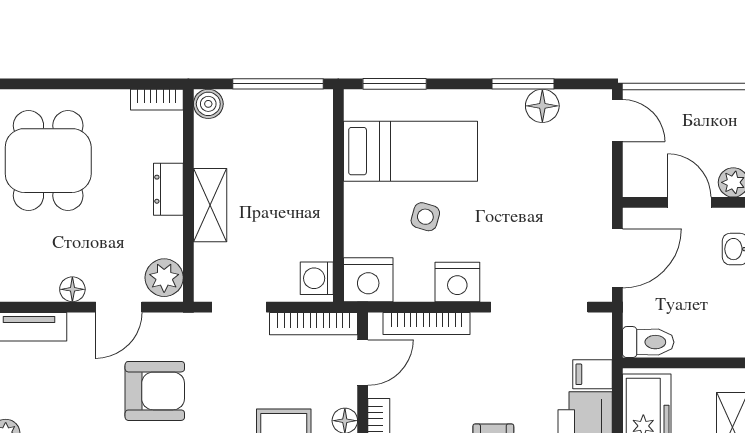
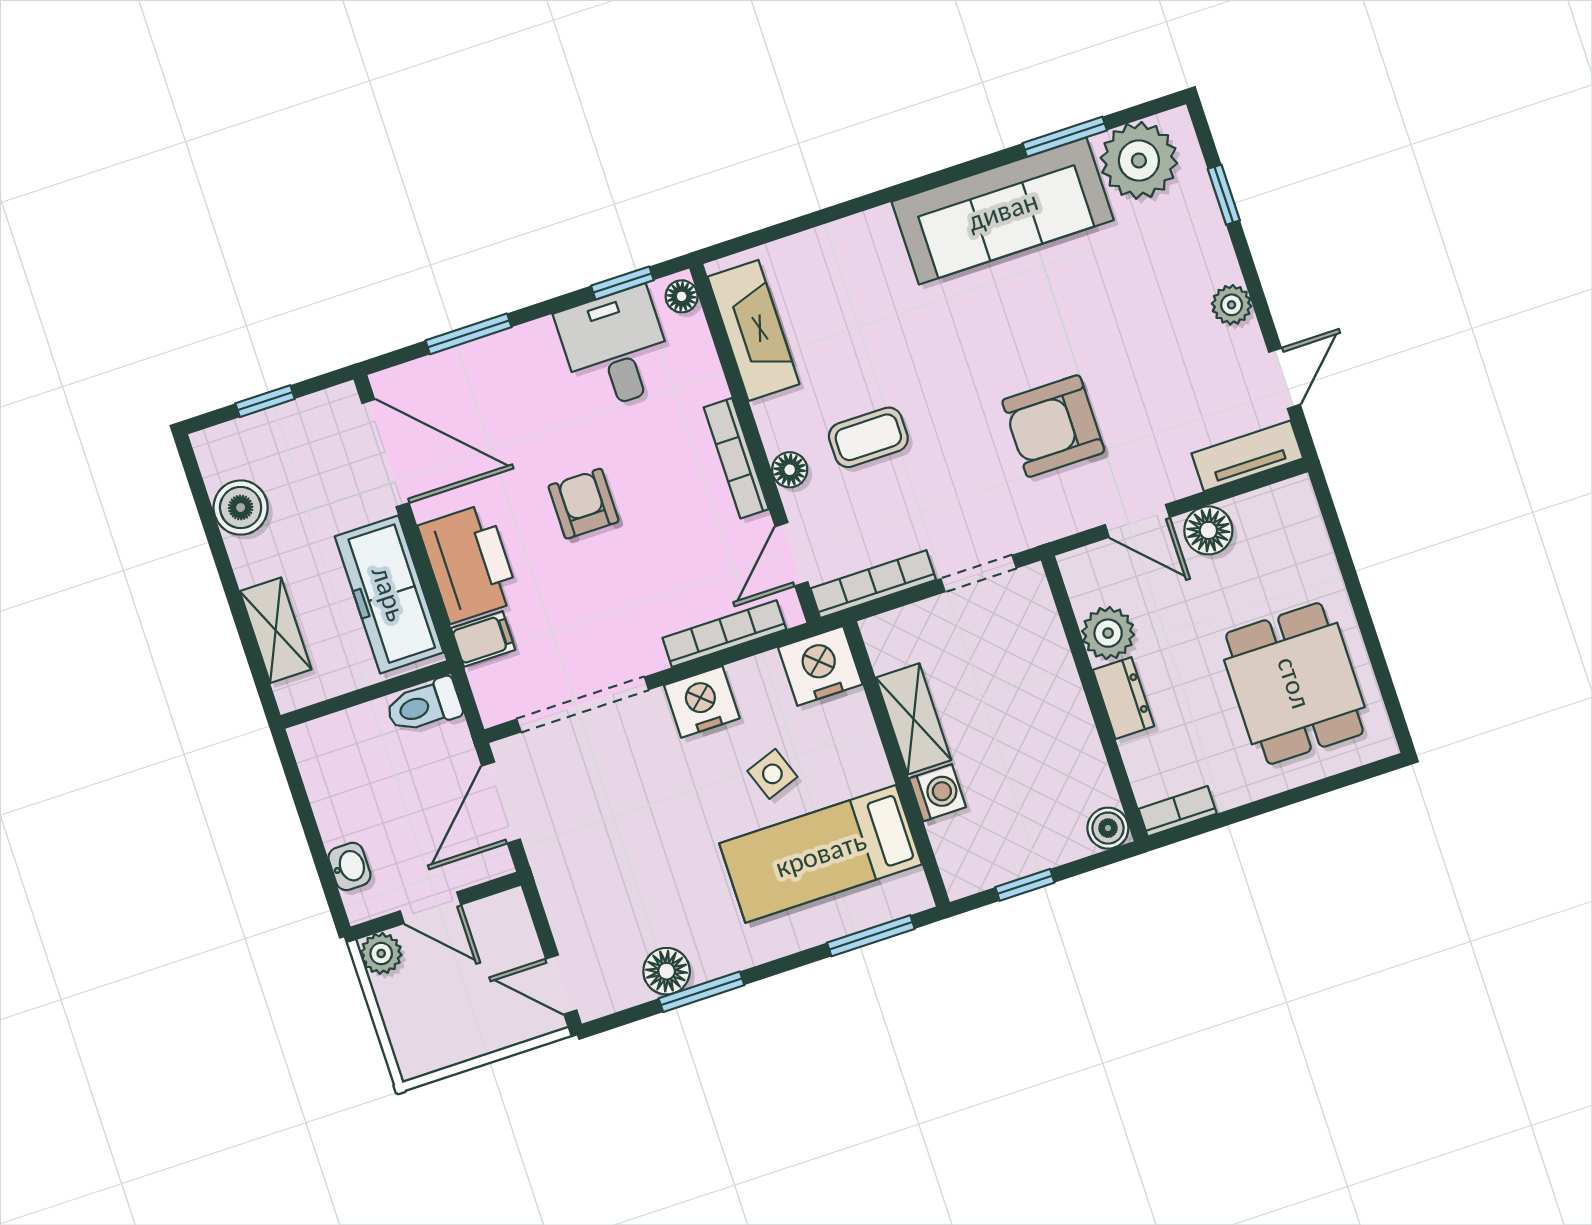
window: (278, 84) -> (1025, 885), width x0.46
shelving: (210, 205) -> (913, 719), moved
side table: (425, 217) -> (772, 774), turned -36
plant: (164, 278) -> (1108, 633), moved
washing machine: (317, 278) -> (938, 793), moved
floor lamp: (72, 289) -> (1208, 530), width x1.37, depth x1.37
door: (119, 307) -> (1137, 521), swing flipped

